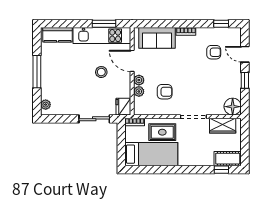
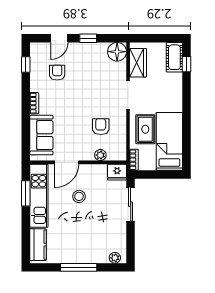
plant: (139, 80) -> (88, 155), removed

